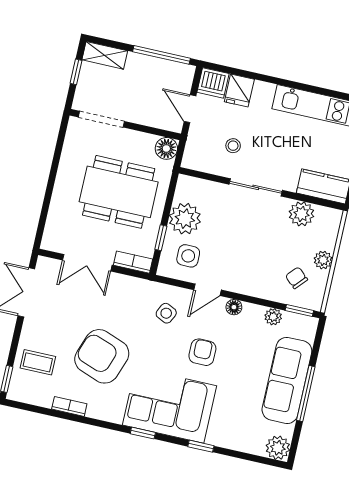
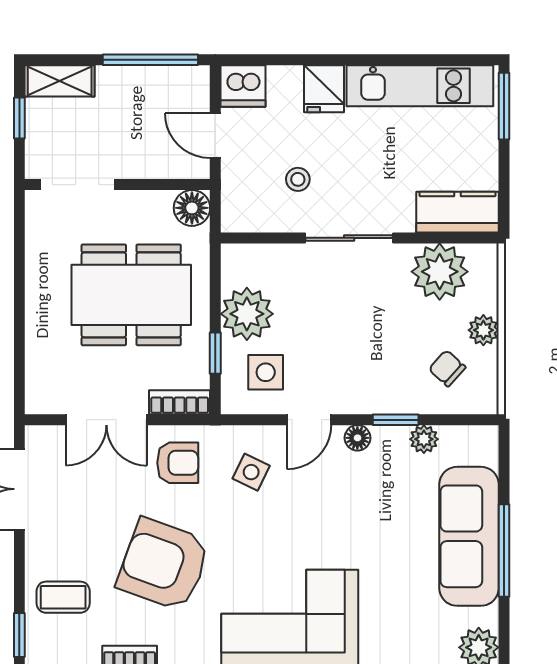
fridge: (239, 91) -> (324, 89), moved
plant: (301, 214) -> (440, 272), width x1.36, depth x1.36
window: (299, 311) -> (396, 420), moved
armchair: (202, 352) -> (178, 463), moved, turned 90

